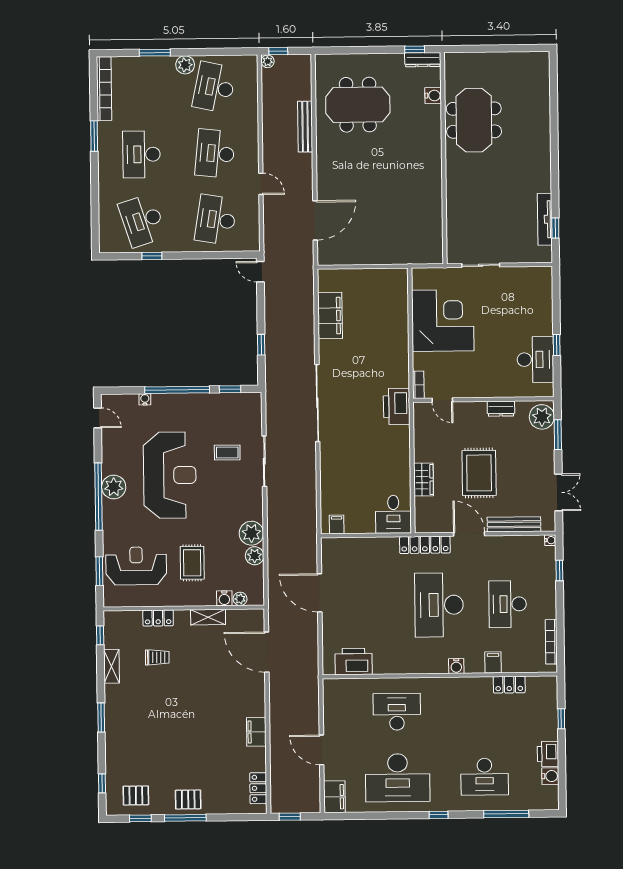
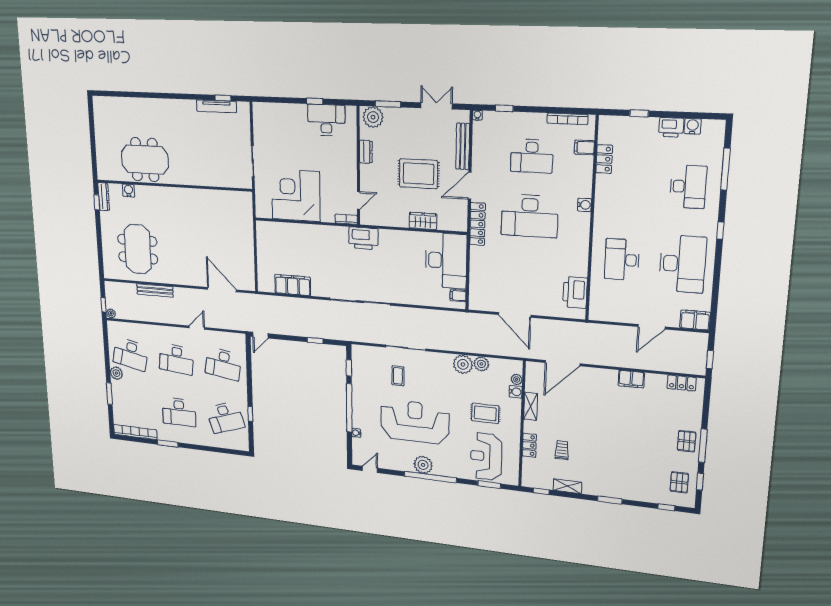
desk: (393, 514) -> (446, 261), width x1.87, depth x1.30
door: (320, 593) -> (515, 315), hinge flipped
filing cabinet: (493, 662) -> (584, 147), moved

